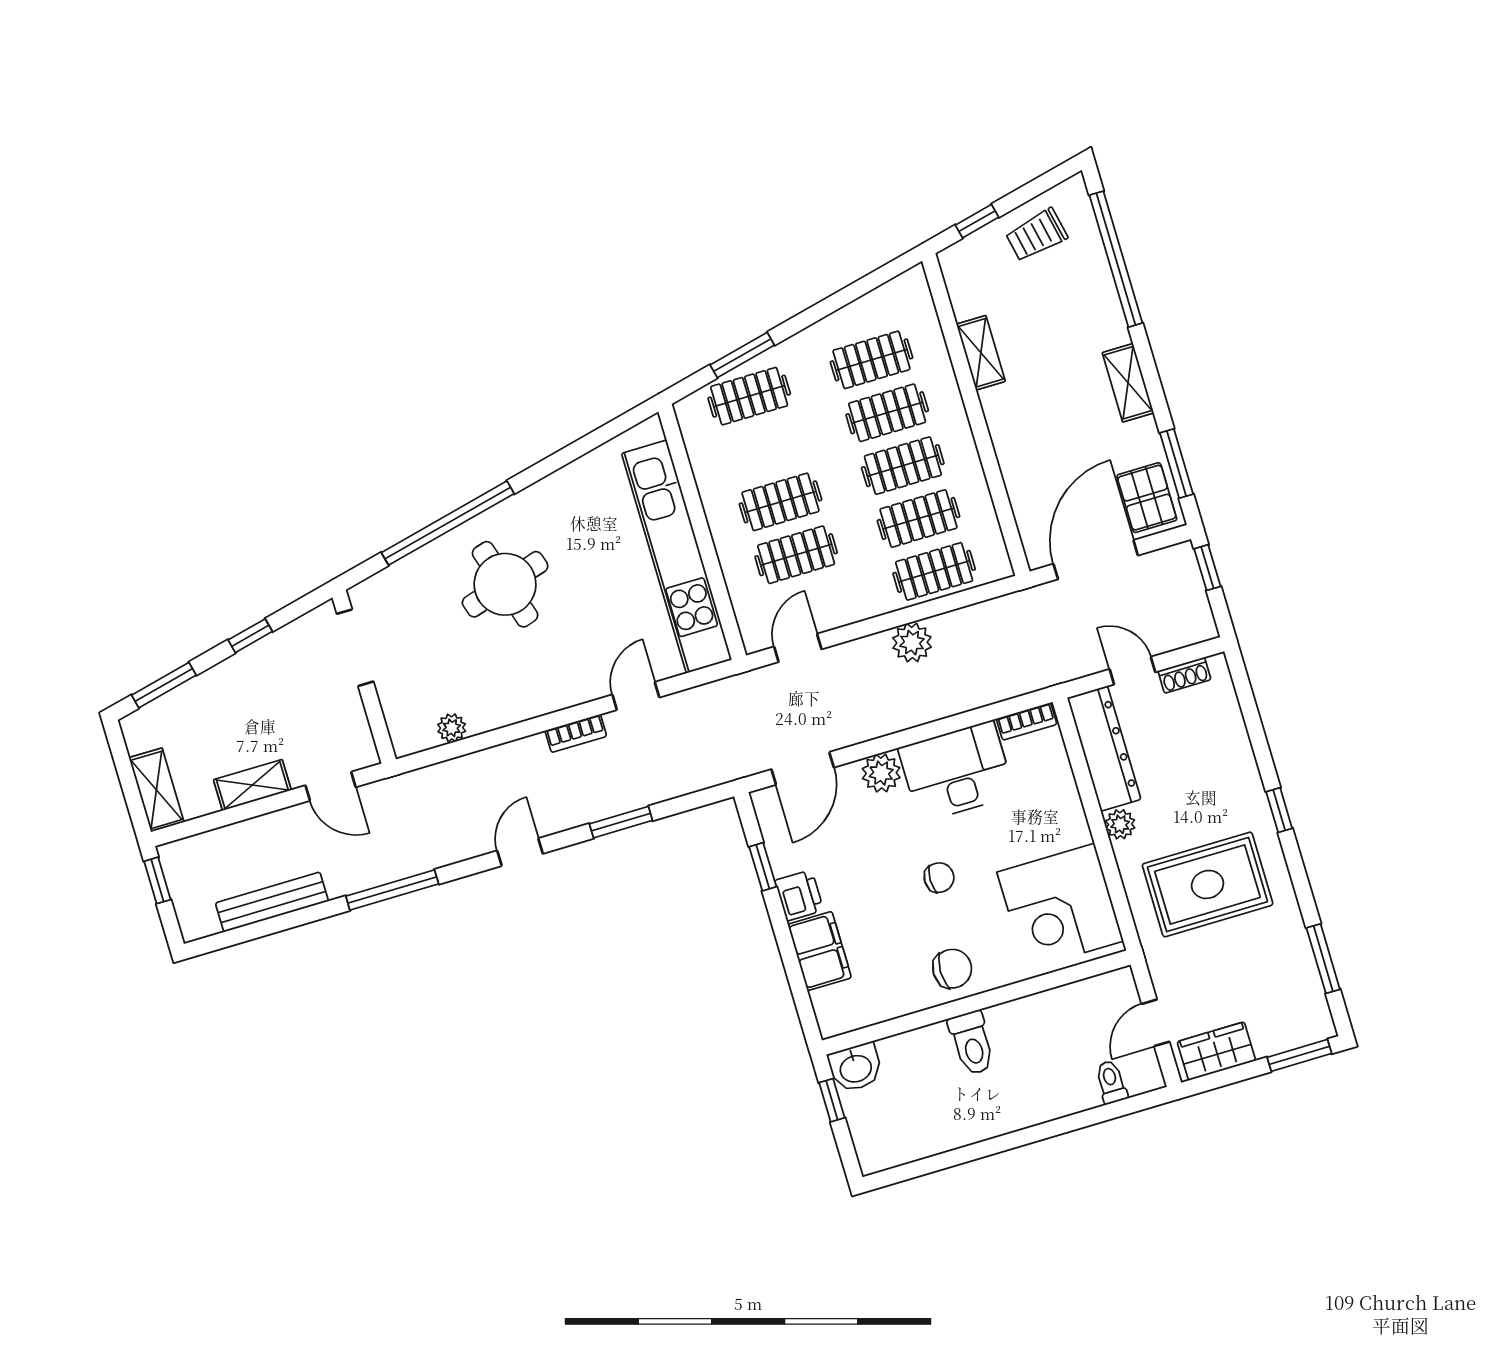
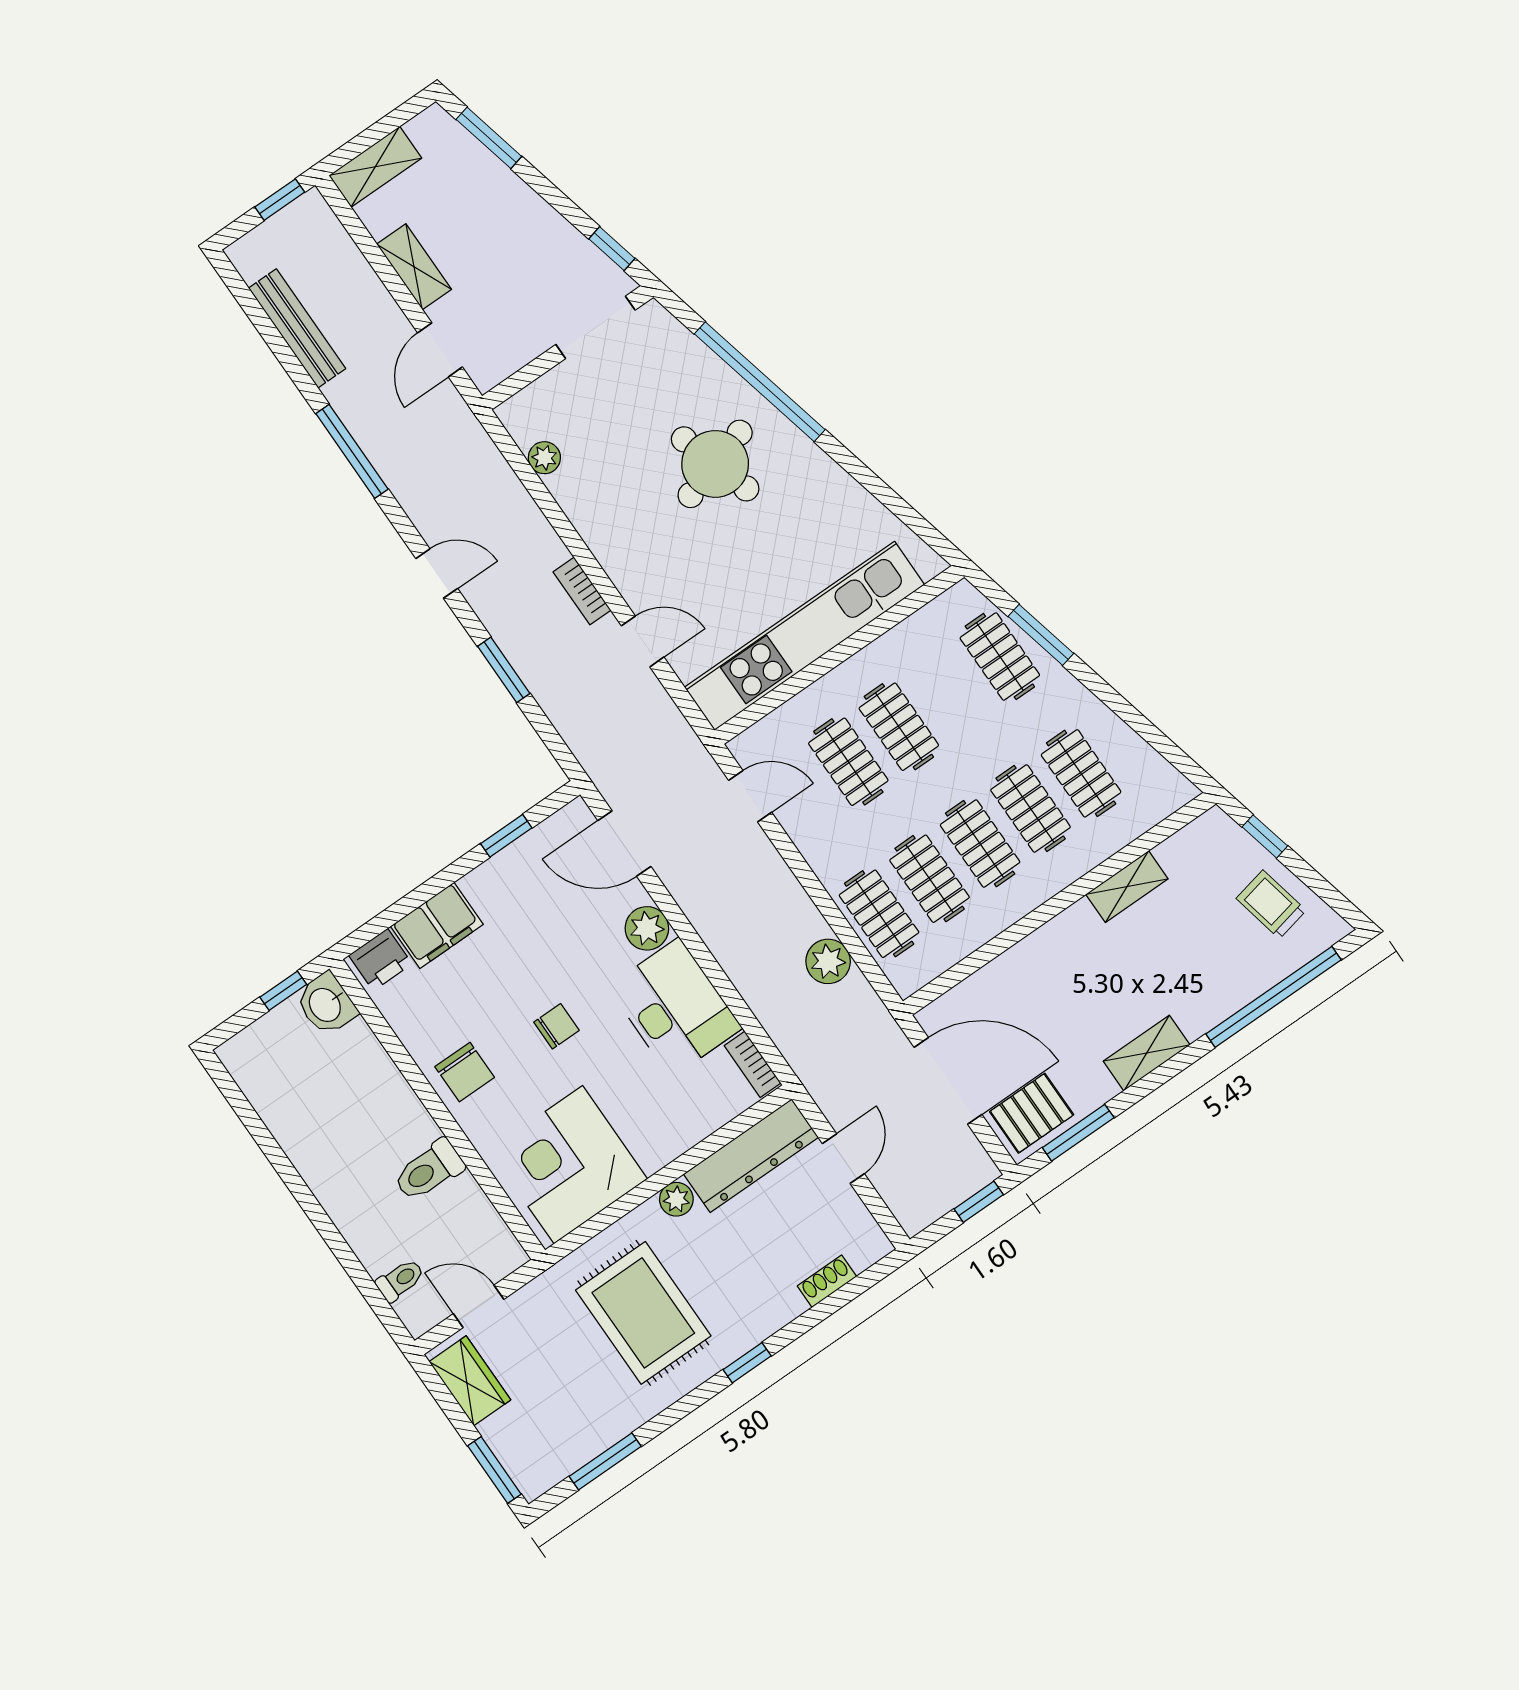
window: (250, 636) -> (612, 249), moved
plant: (912, 643) -> (828, 961), moved
shoe rack: (1184, 675) -> (827, 1281), moved, turned 90
chair: (939, 878) -> (556, 1026), turned -90
printer: (799, 895) -> (380, 960), moved
toilet: (972, 1043) -> (429, 1170), moved

